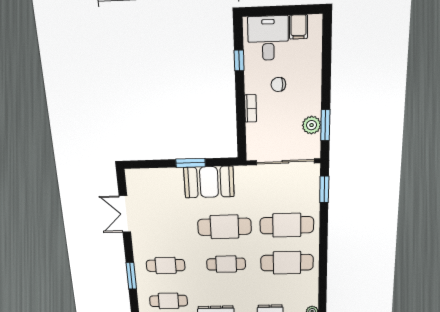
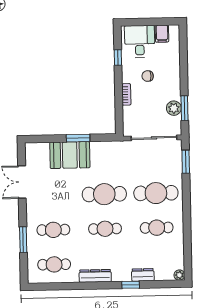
booth: (209, 182) -> (70, 155), moved
cafe table: (287, 263) -> (157, 228), width x0.73, depth x0.74

